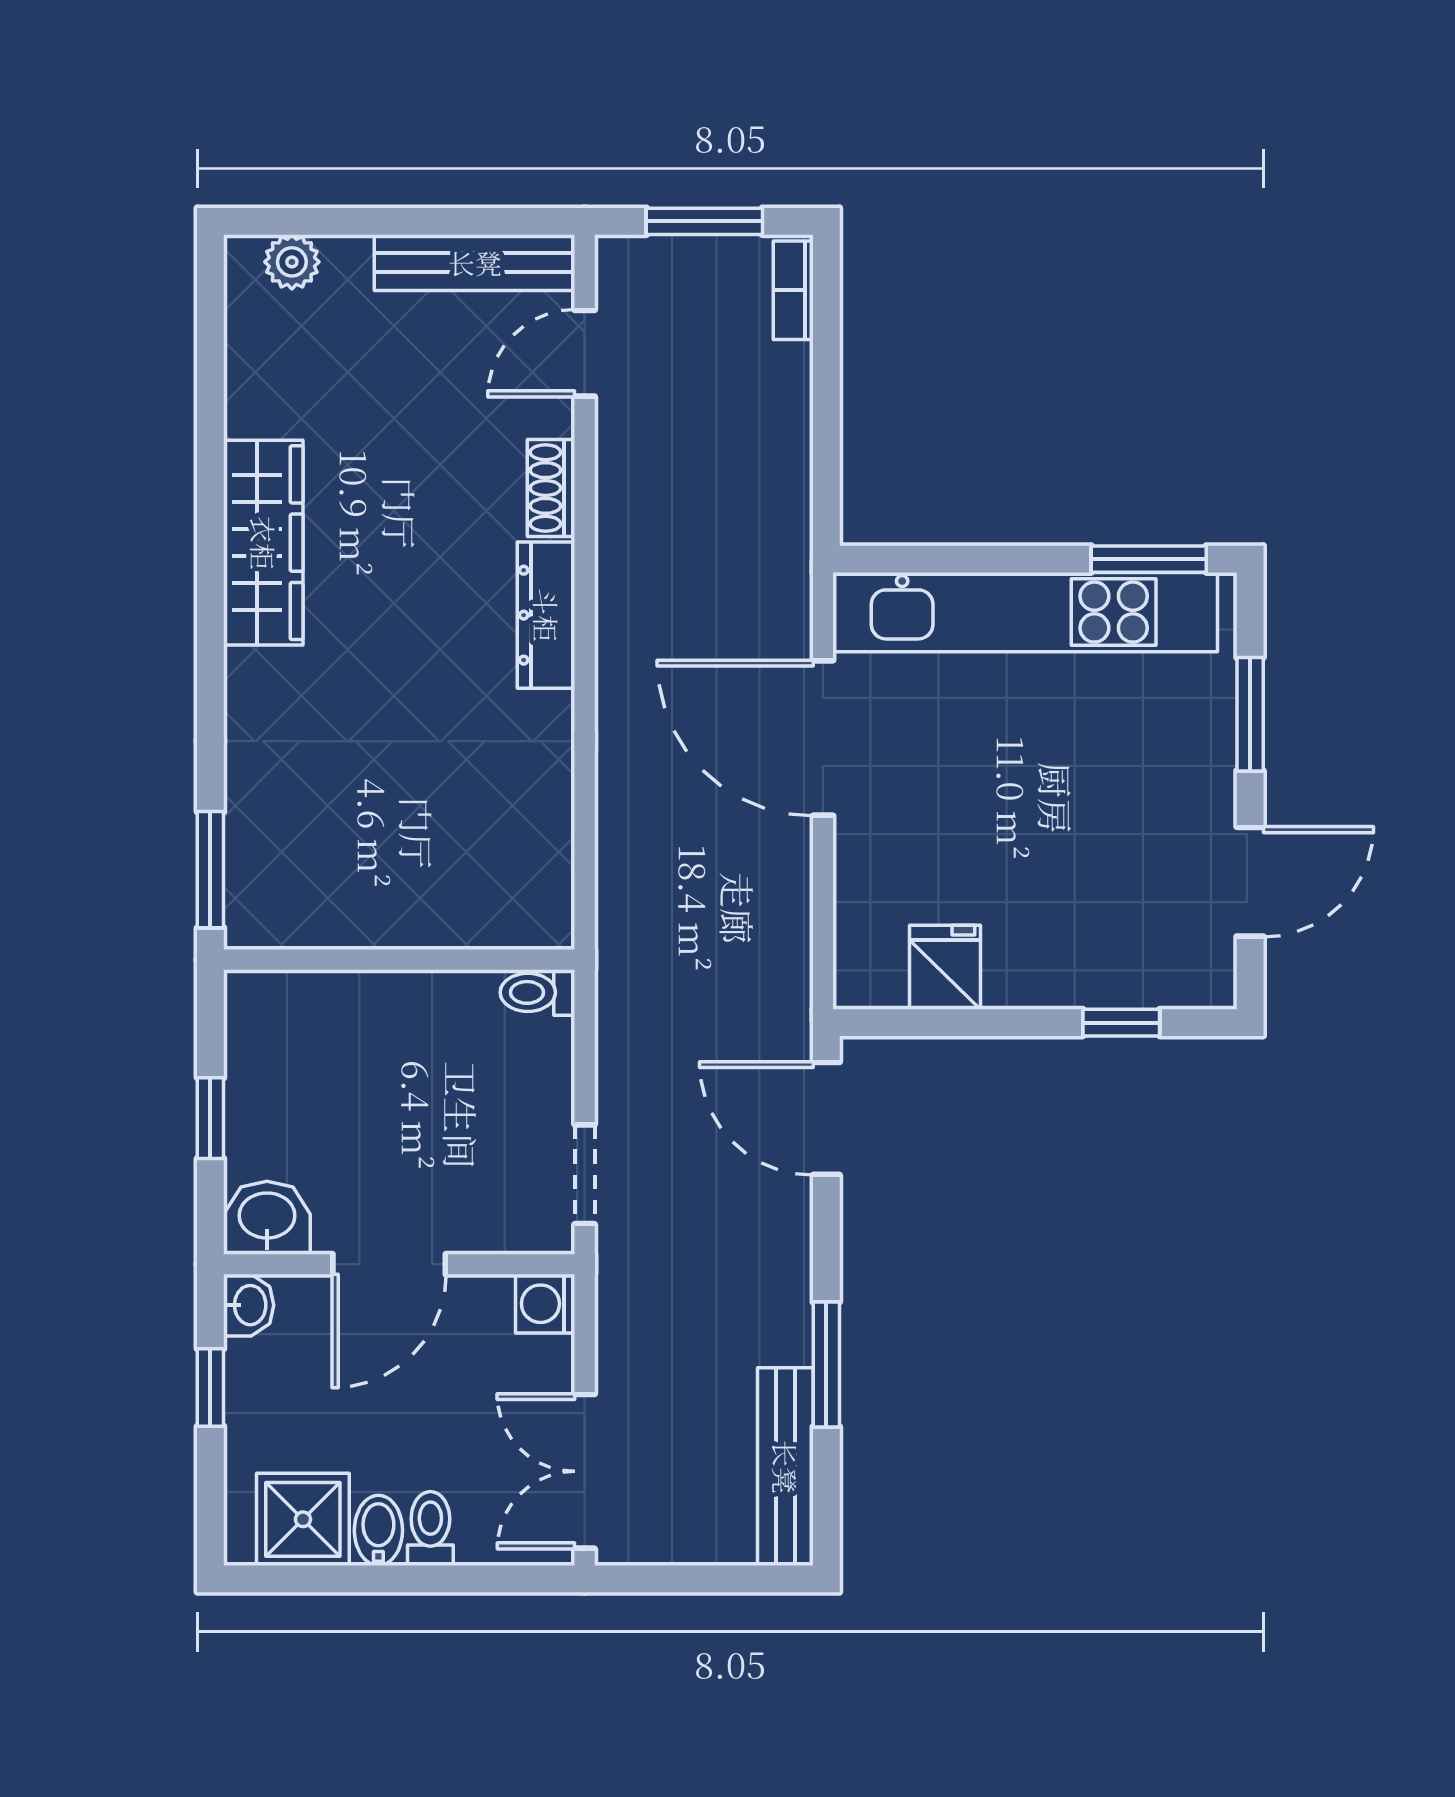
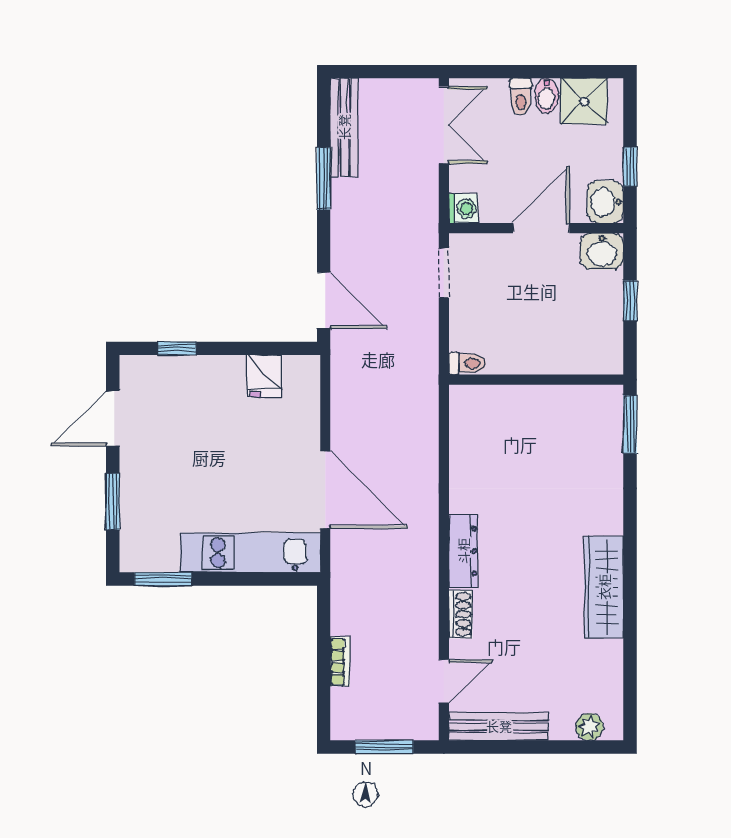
bookcase: (793, 290) -> (340, 662), moved
kitchen unit: (1025, 612) -> (250, 553), width x0.73
washbasin: (249, 1305) -> (605, 202), width x1.38, depth x1.45

